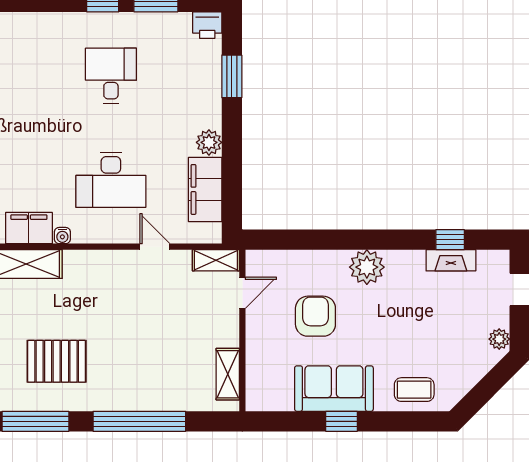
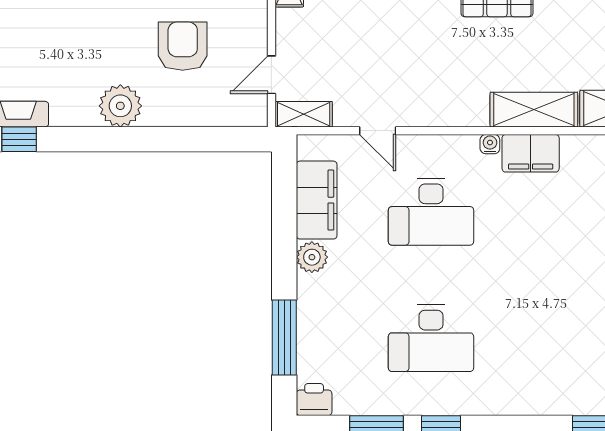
desk: (111, 76) -> (431, 338), width x1.37
window: (232, 76) -> (284, 337), width x1.44
desk: (111, 180) -> (431, 212), turned 180
armchair: (315, 316) -> (183, 46), turned 180

